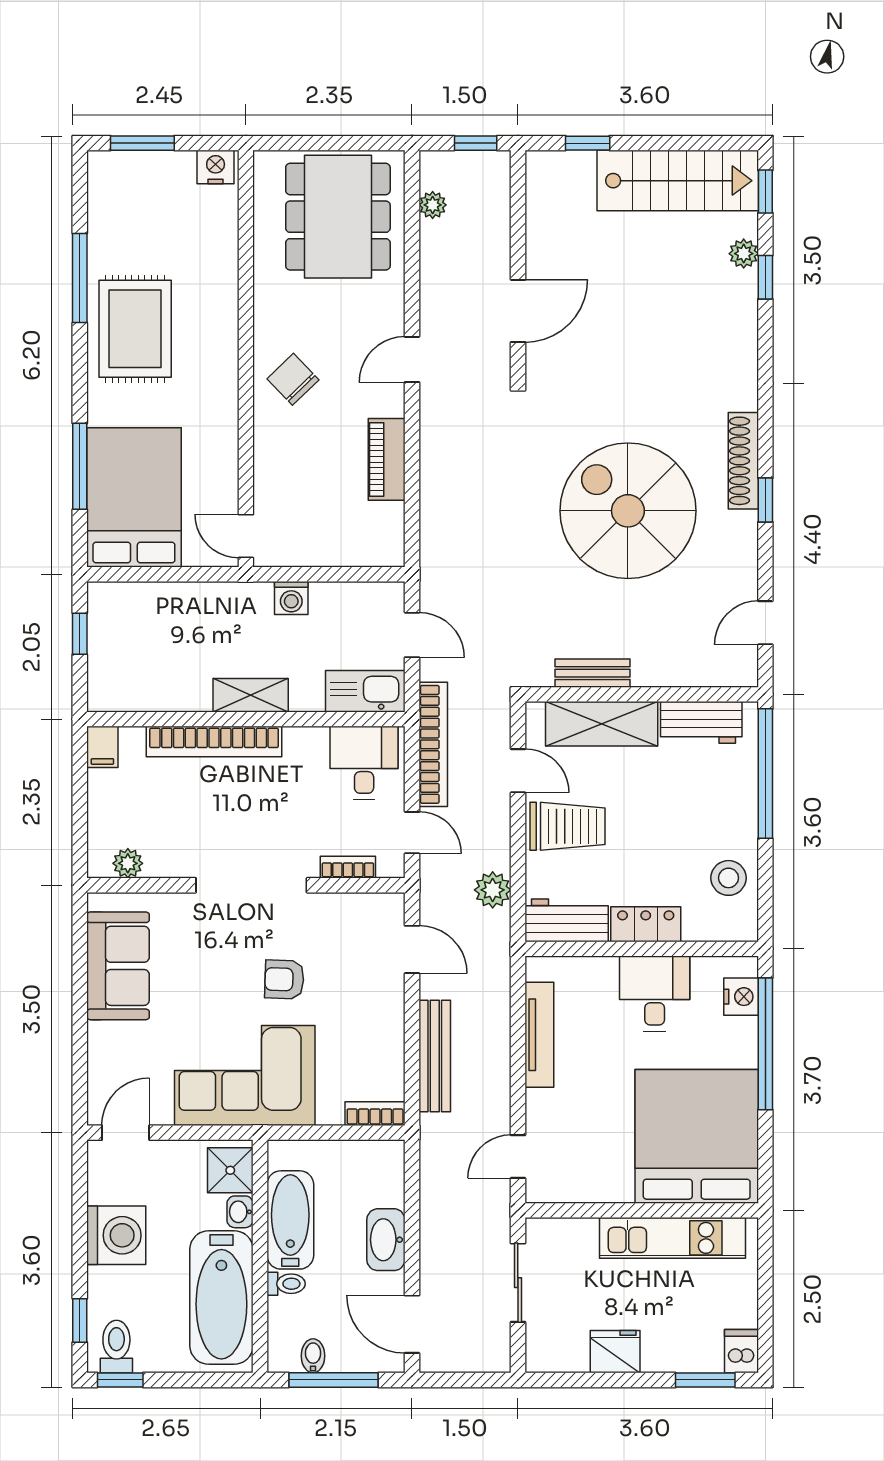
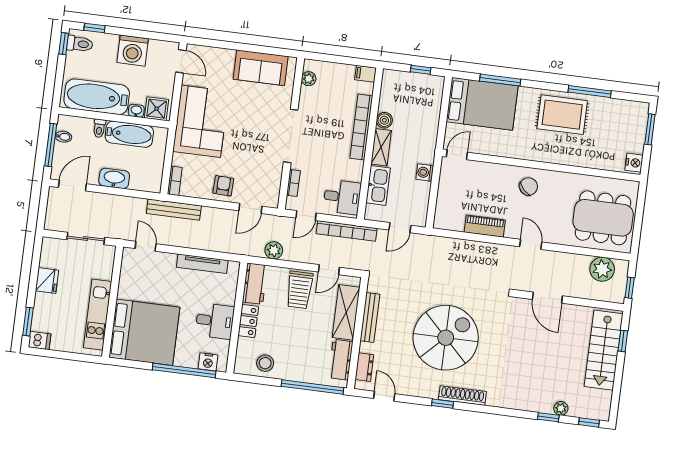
stairs: (678, 181) -> (604, 350), moved
plant: (433, 205) -> (602, 269), width x1.87, depth x1.87
dresser: (710, 671) -> (364, 367), added
bench: (593, 673) -> (370, 317), width x1.36
kitchen sink: (365, 691) -> (378, 185), moved
boiler: (194, 696) -> (384, 120), added
armchair: (284, 979) -> (223, 186), moved
bench: (435, 1056) -> (174, 210), moved

